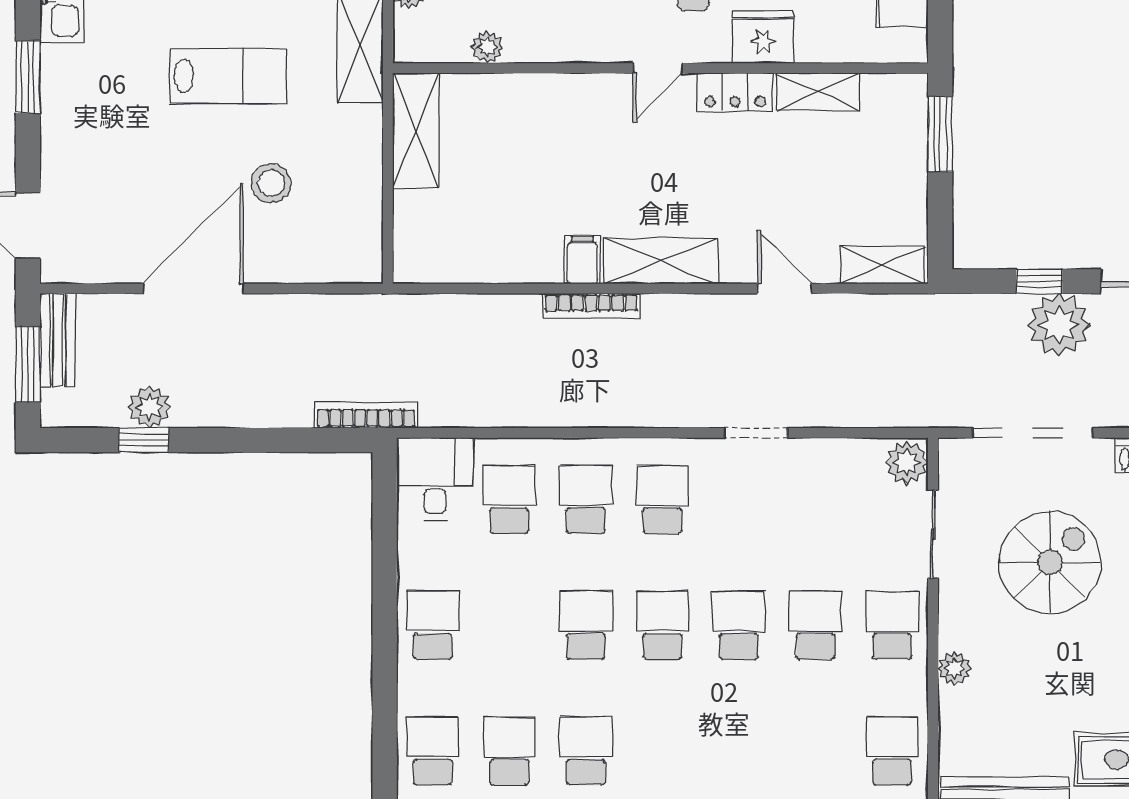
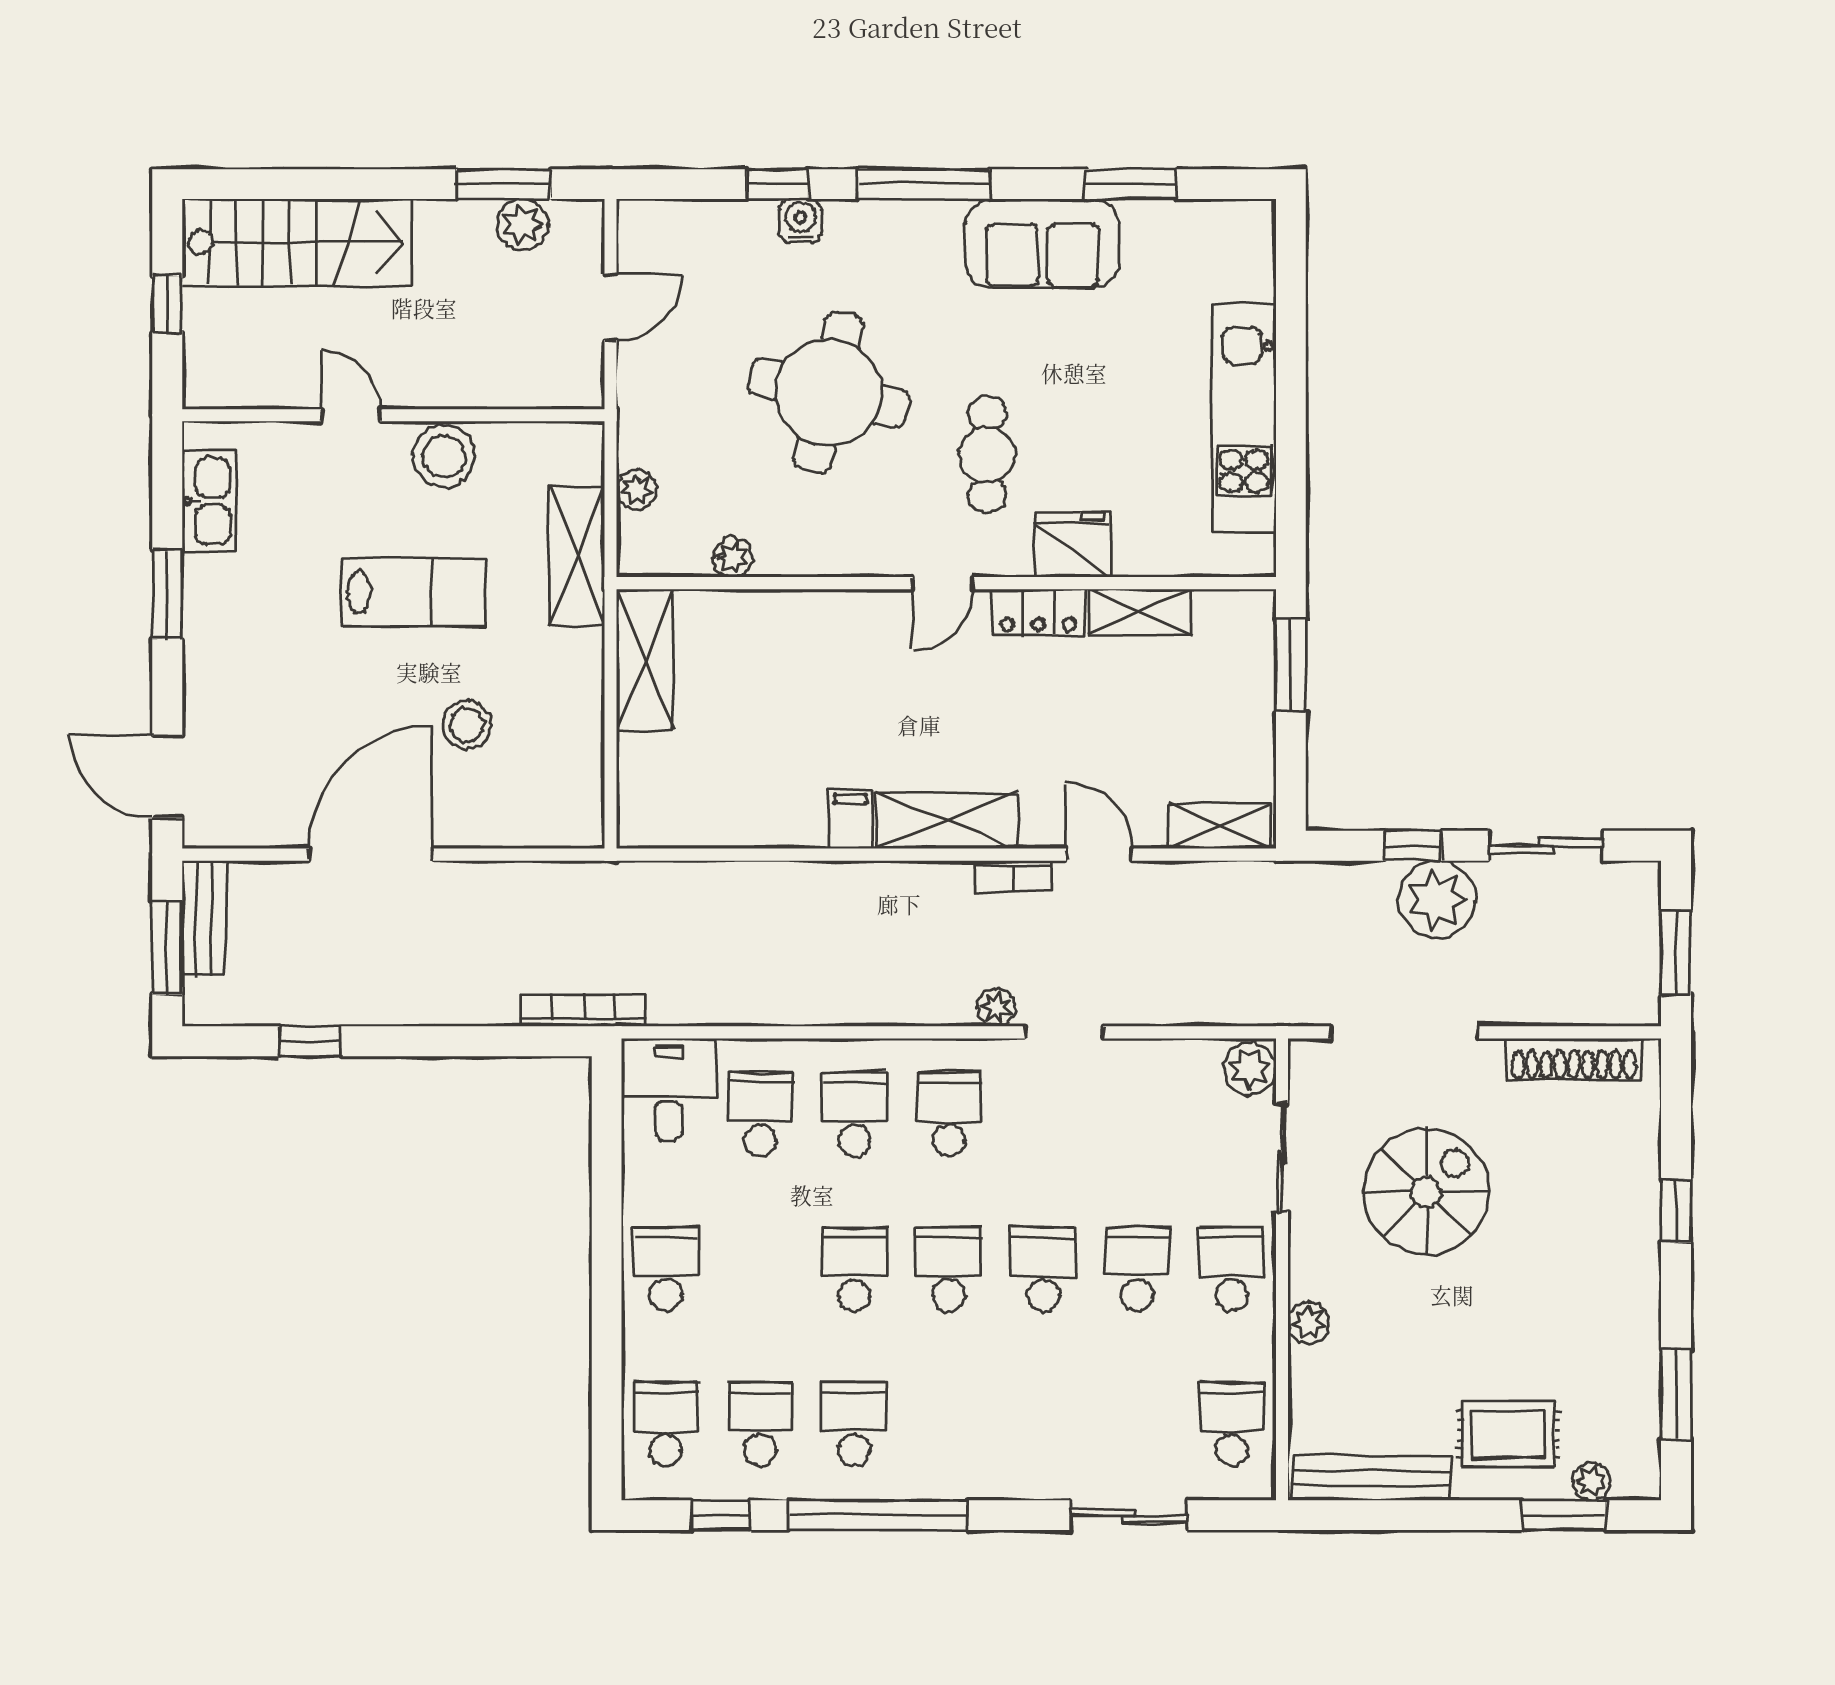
bookcase: (591, 306) -> (1013, 876), moved, width x0.64
plant: (150, 407) -> (996, 1008), moved, width x0.73, depth x0.73

